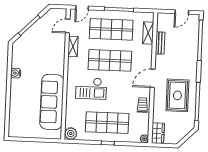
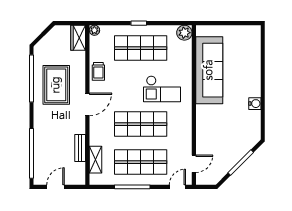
shelving: (73, 47) -> (186, 139), removed
checkout: (91, 88) -> (162, 89), turned 180

